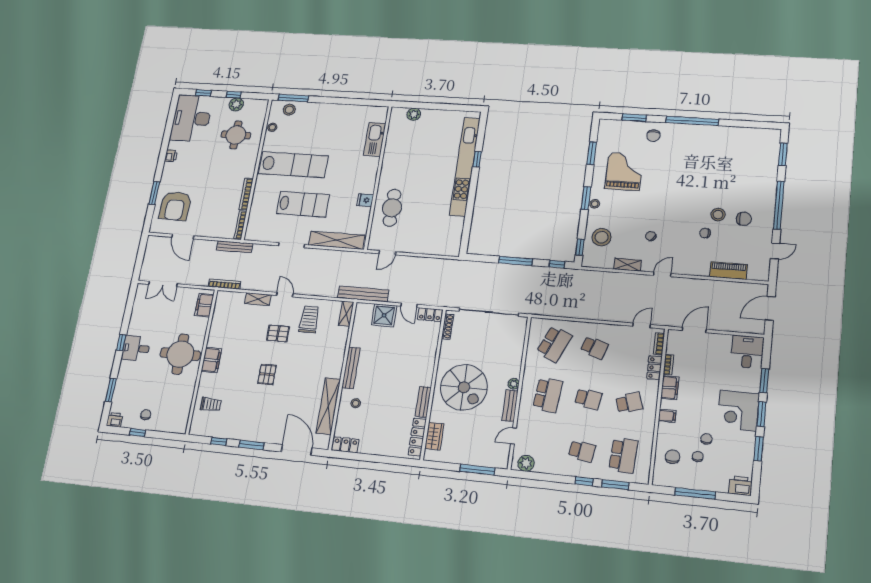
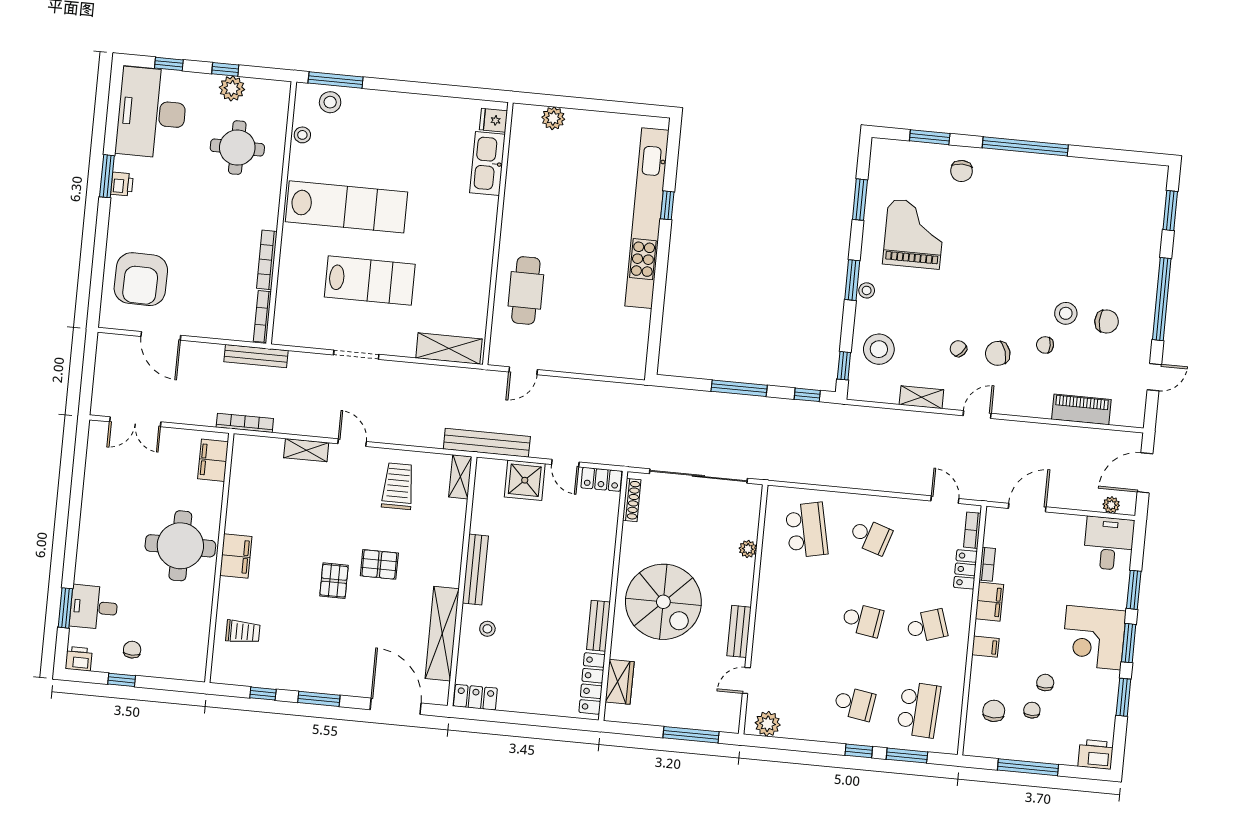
window: (154, 193) -> (107, 176), moved
fridge: (365, 200) -> (493, 120), moved
chair: (675, 238) -> (998, 353), added
shelving: (337, 240) -> (449, 349), width x0.68
door: (642, 325) -> (945, 500), hinge flipped
plant: (749, 328) -> (1111, 505), added
pallet: (278, 333) -> (379, 564), moved
window: (121, 343) -> (73, 525), removed
school desk: (554, 344) -> (806, 530), turned -36
desk: (136, 348) -> (94, 607), moved
plant: (514, 384) -> (748, 549), moved
school desk: (548, 395) -> (798, 614), removed

